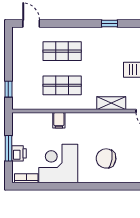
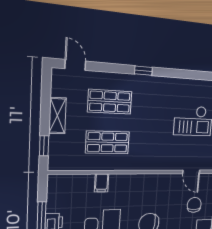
window: (109, 23) -> (143, 71), moved
shelving: (111, 103) -> (57, 116), moved, turned 90

